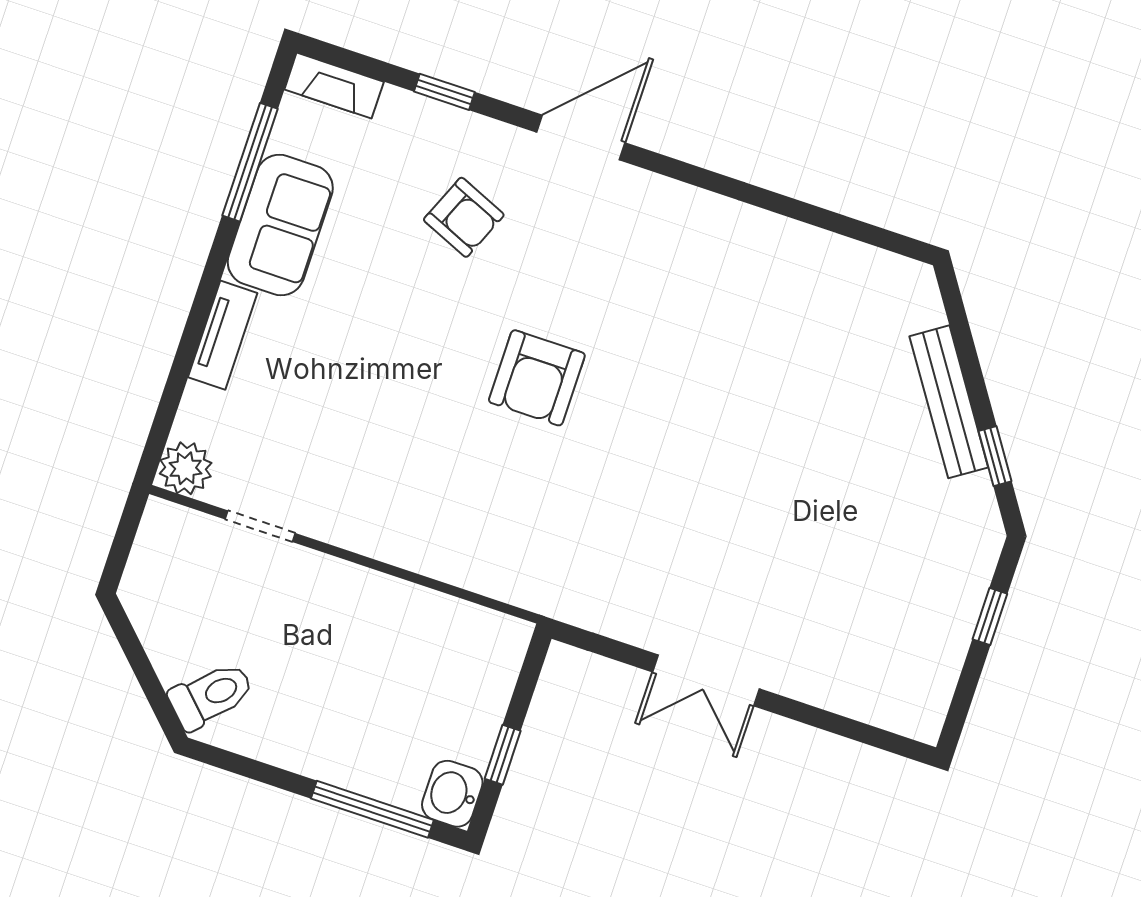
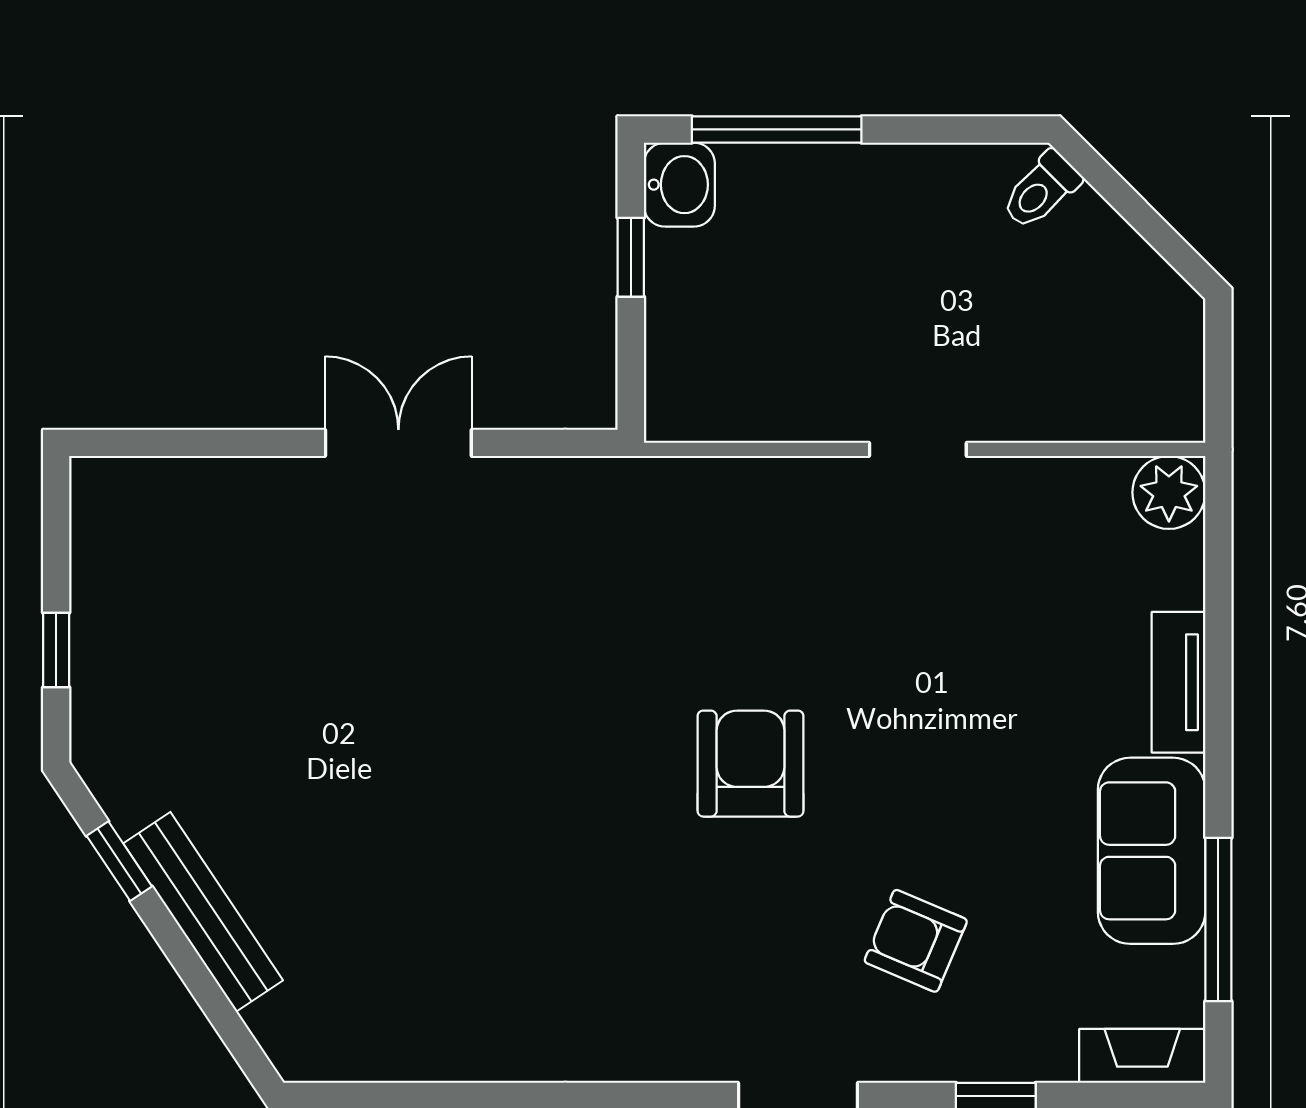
doorway: (260, 526) -> (918, 449), moved
toilet: (211, 695) -> (1041, 190), width x0.73, depth x0.72

